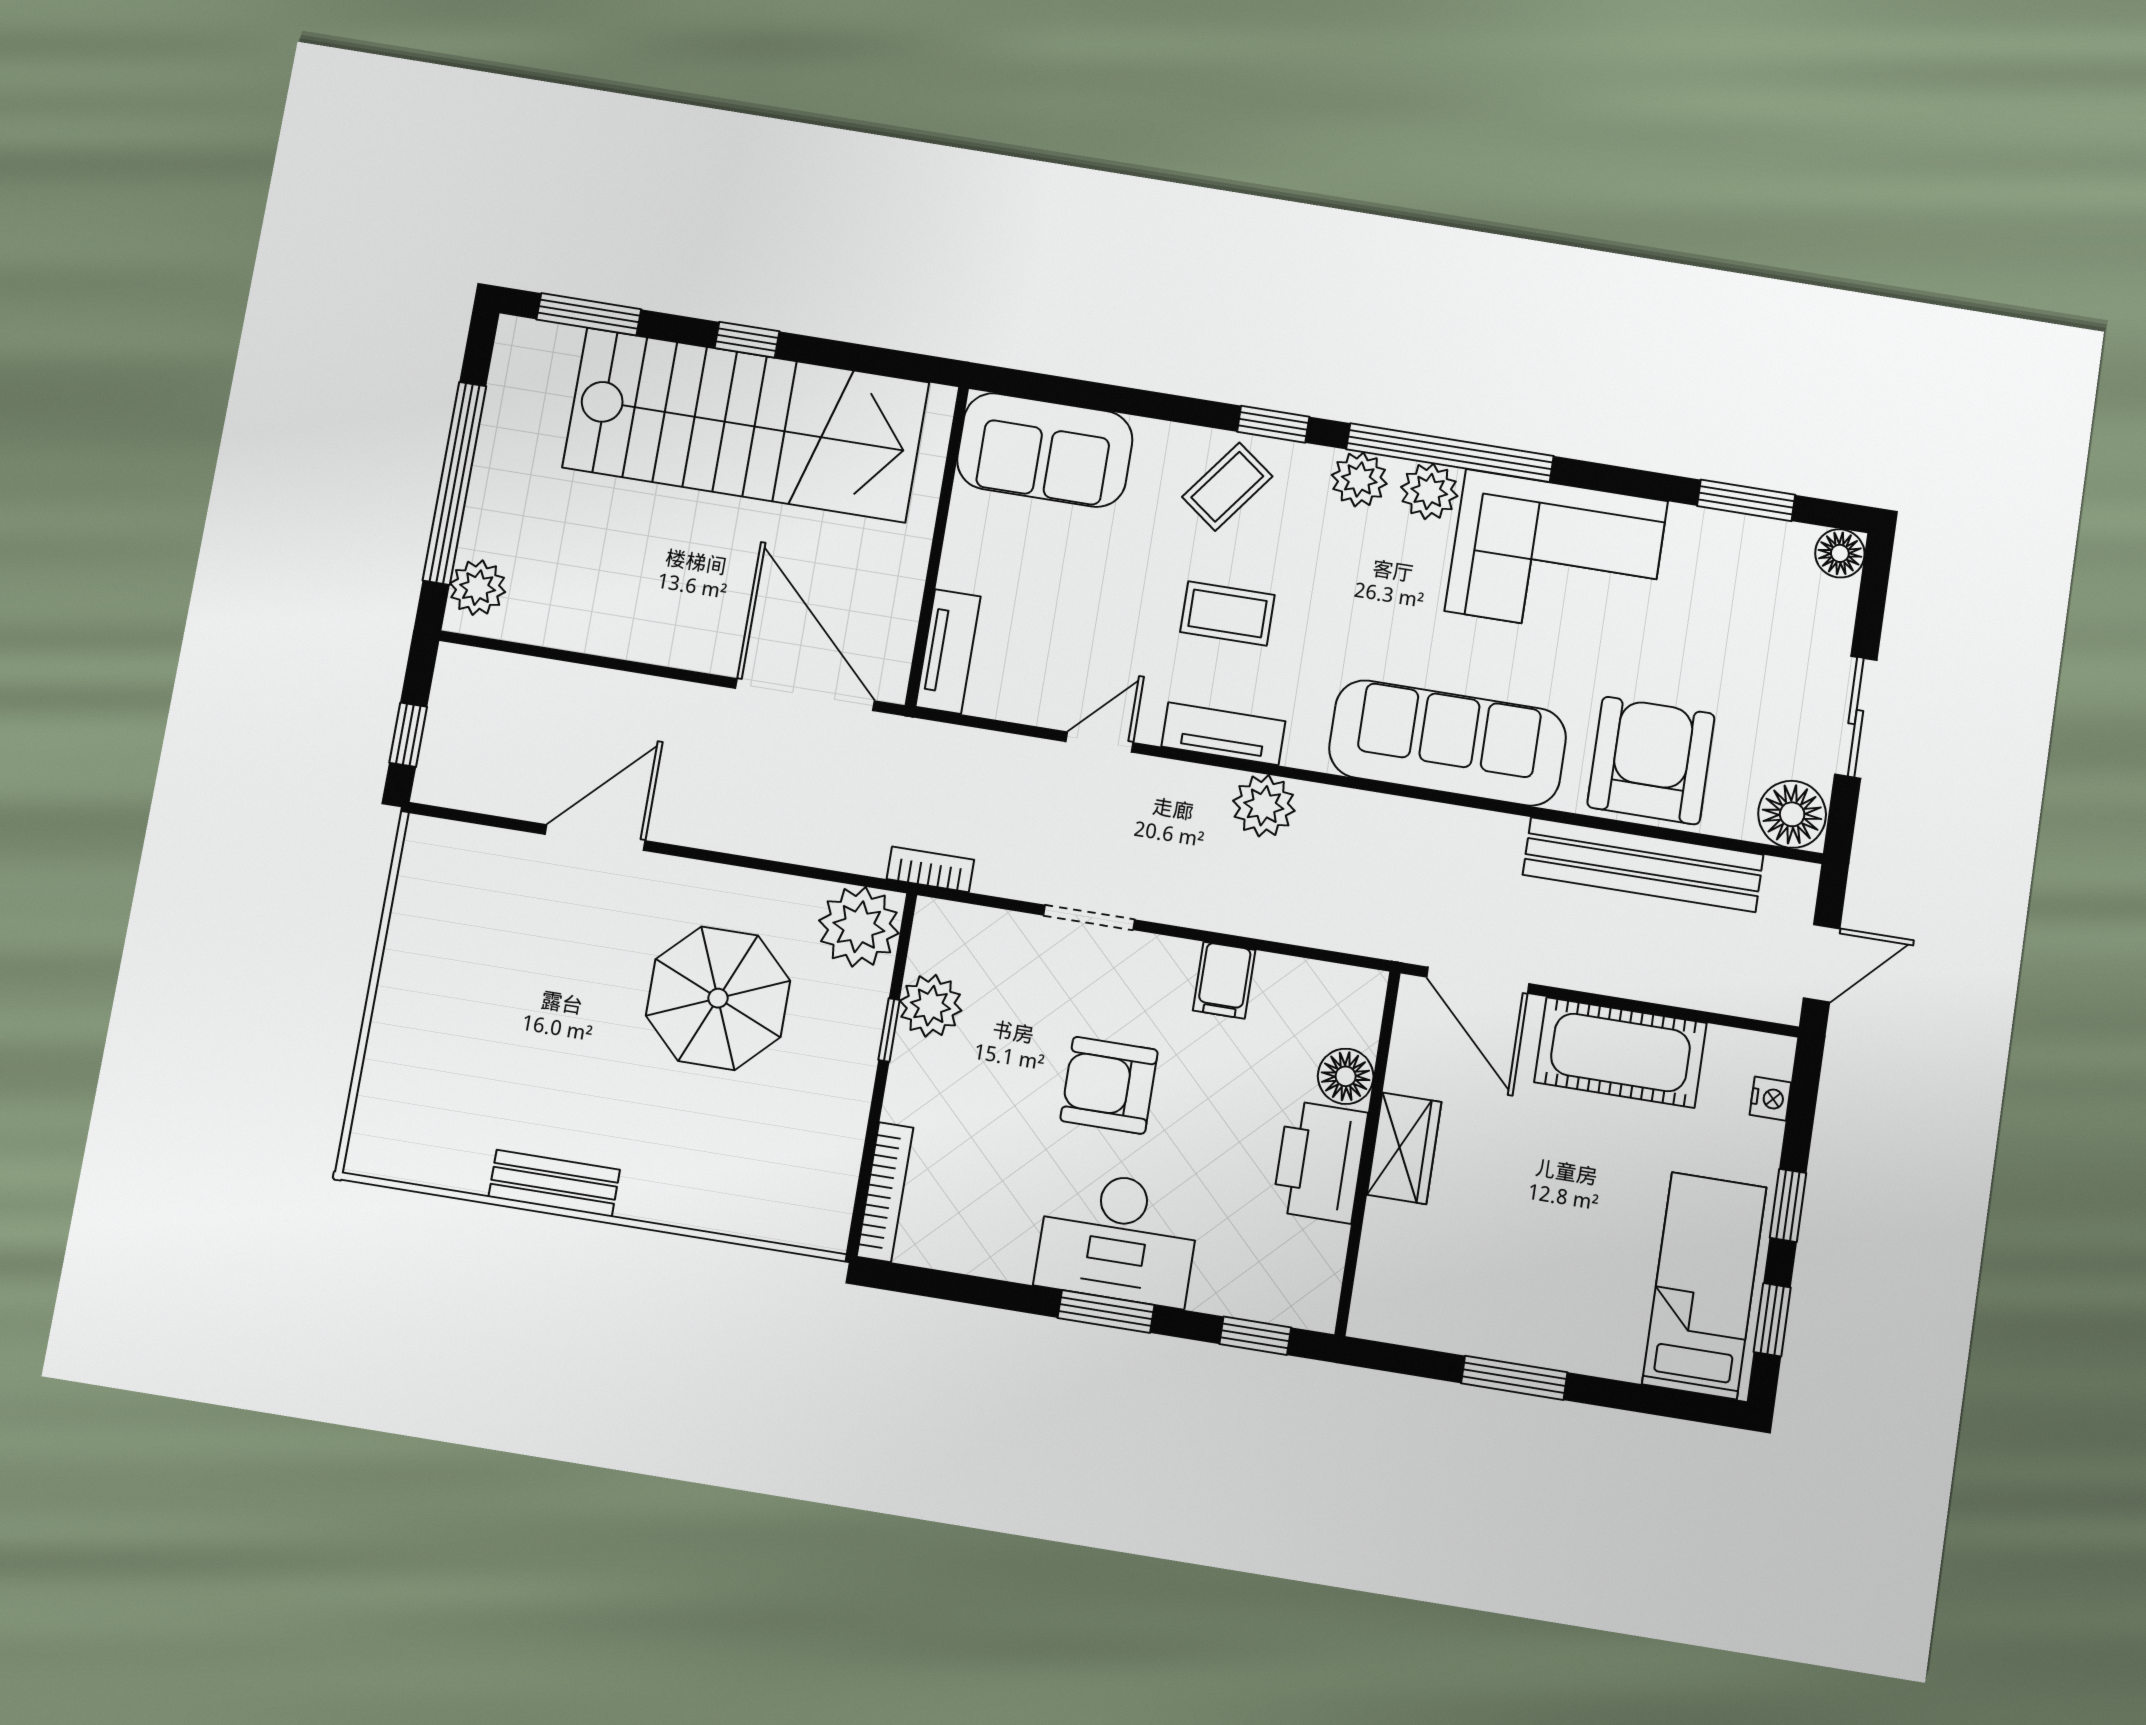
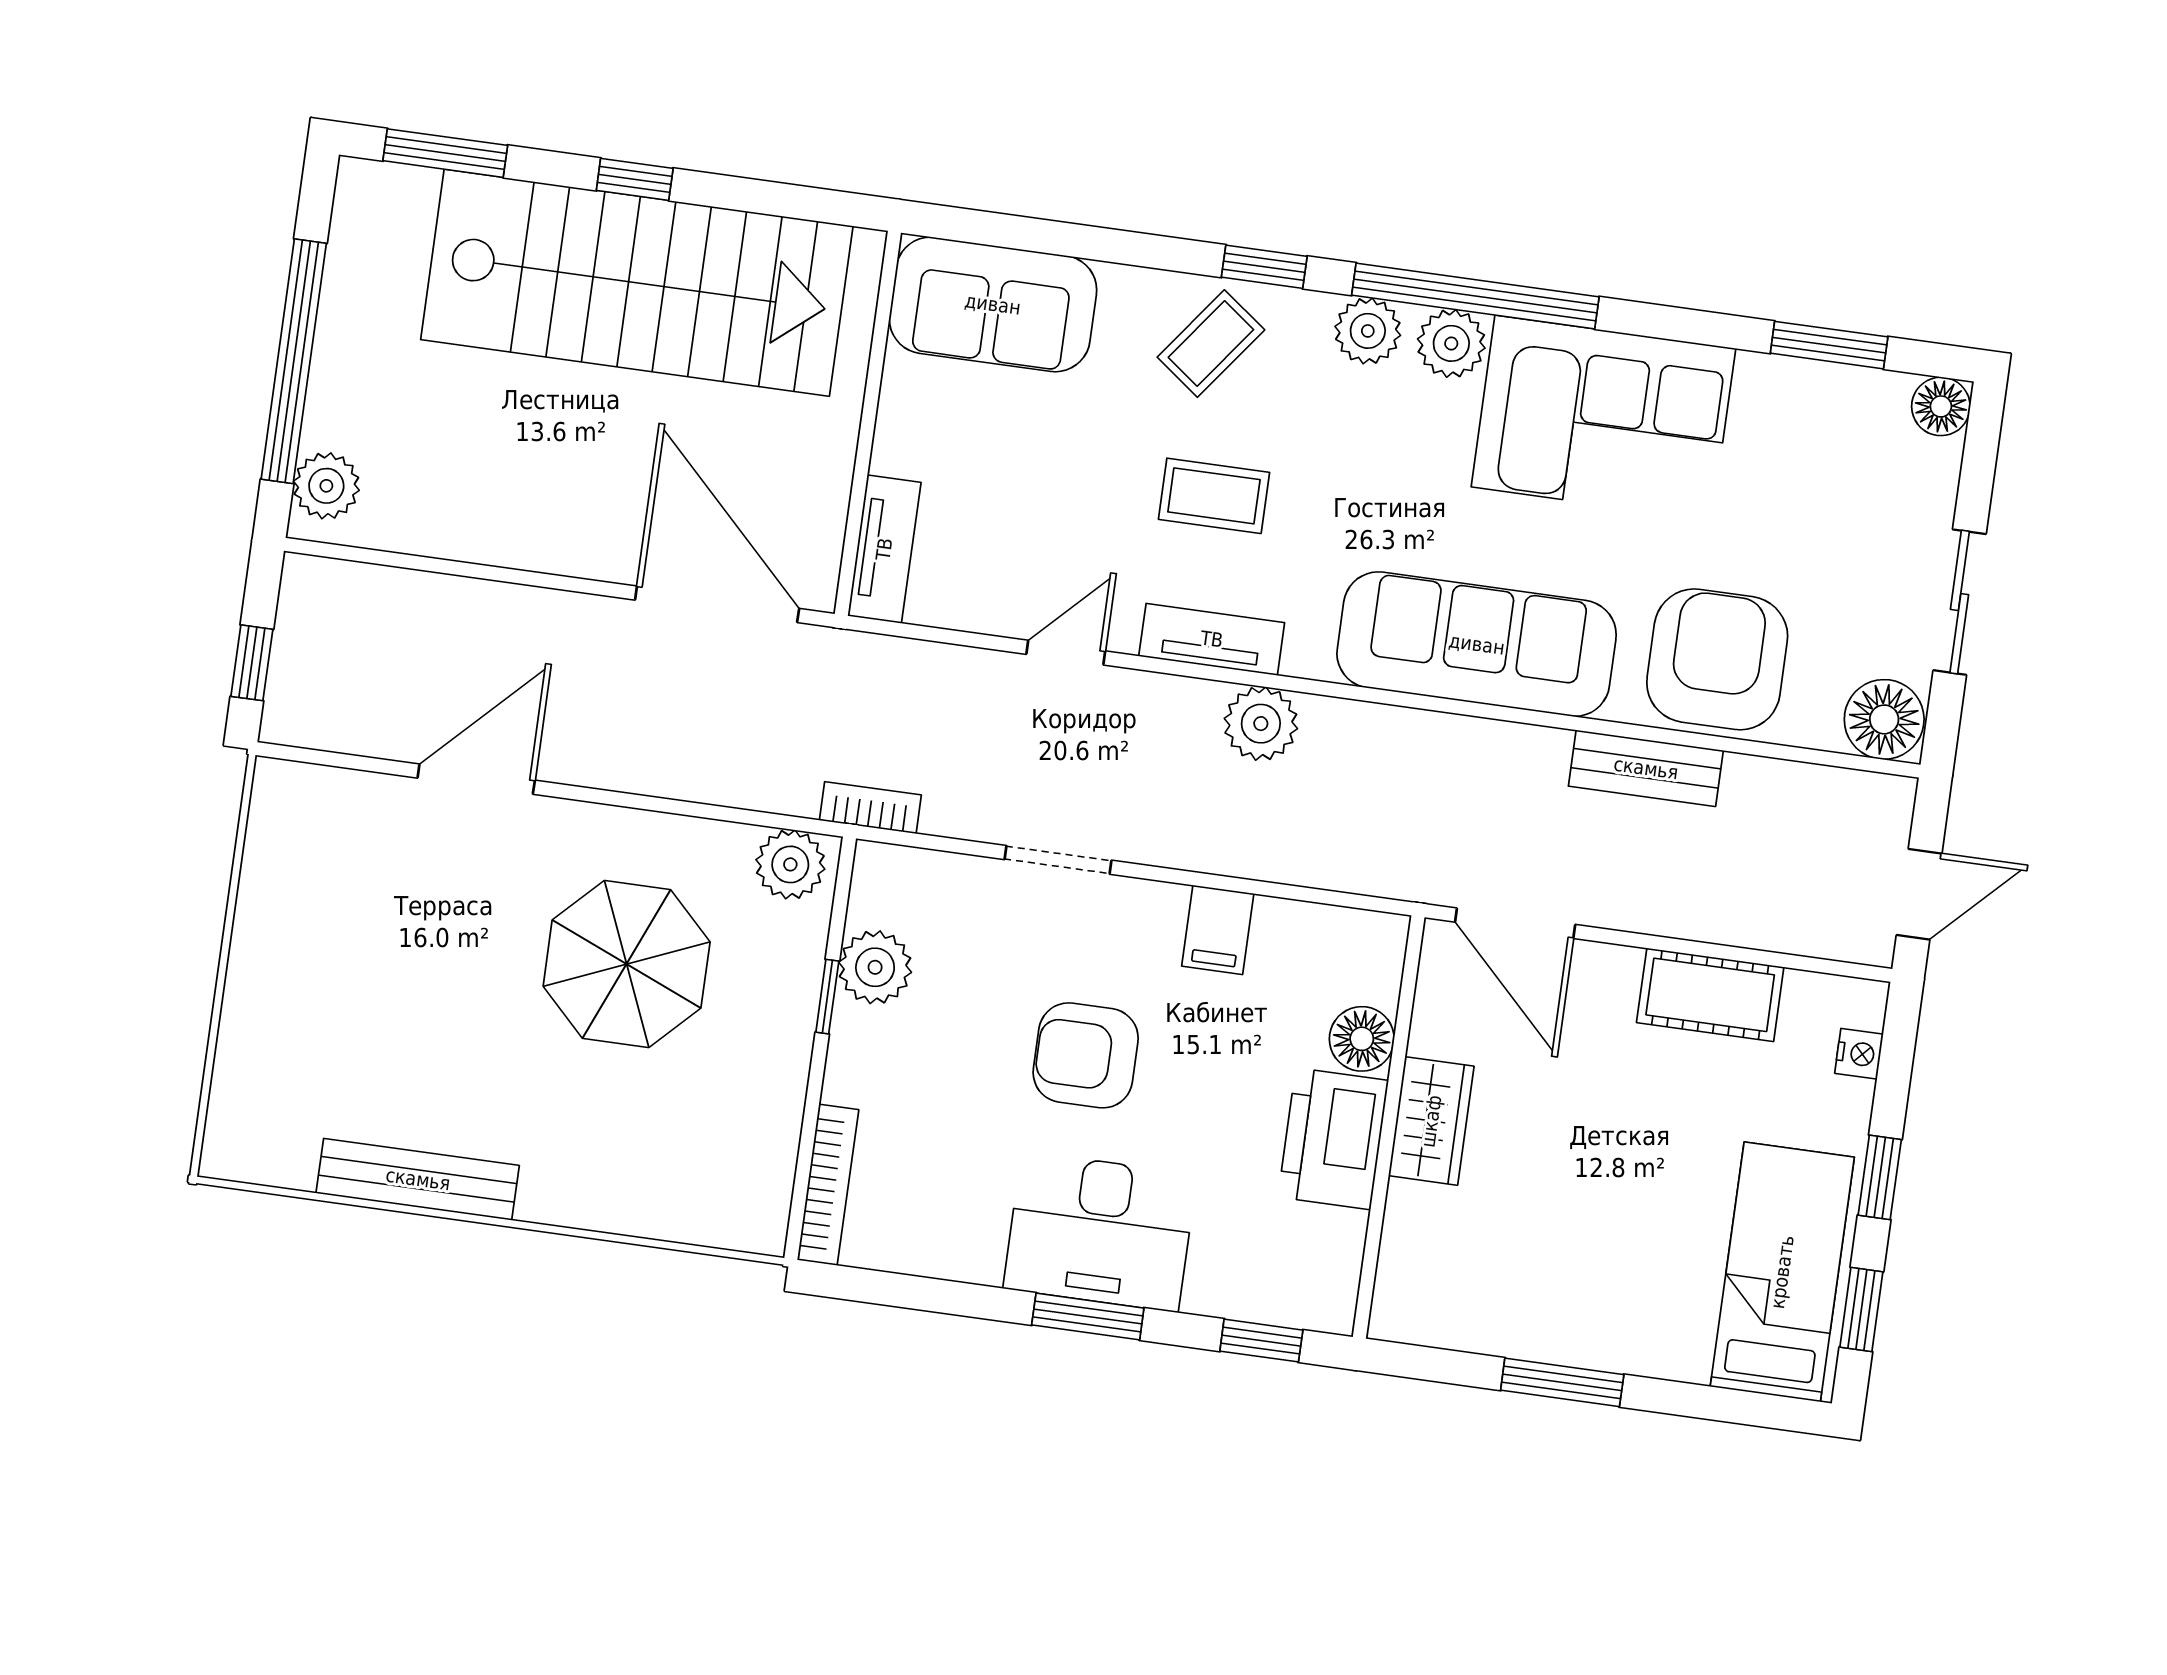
bench: (1643, 865) -> (1646, 768), width x0.54, depth x0.82
plant: (859, 927) -> (790, 864), width x0.73, depth x0.73
cot: (1620, 1053) -> (1710, 995), width x0.73, depth x0.75
bench: (554, 1183) -> (418, 1179), width x1.36

